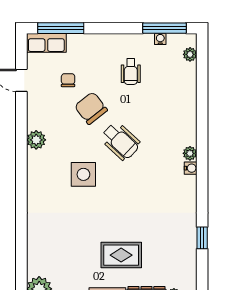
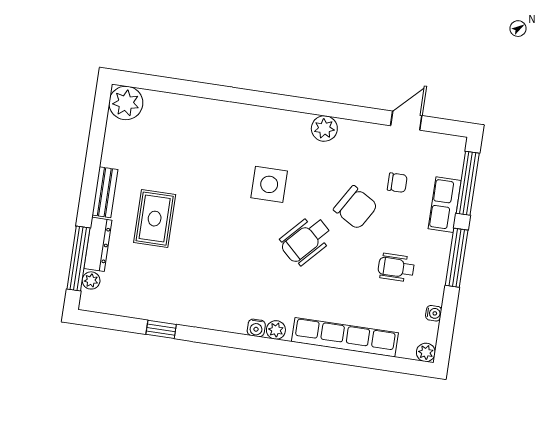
window: (165, 28) -> (457, 258), moved
row of seats: (46, 43) -> (445, 205), moved
plant: (190, 54) -> (426, 352), moved
row of seats: (188, 102) -> (345, 337), added
chair: (91, 108) -> (356, 208), turned 69

